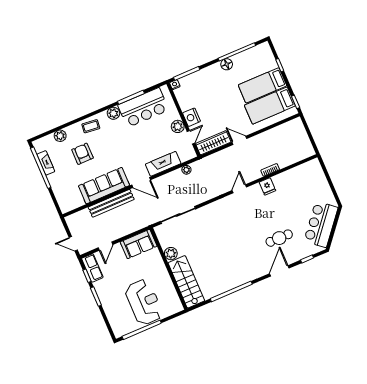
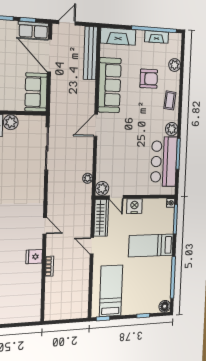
floor lamp: (227, 64) -> (165, 306), moved
bed: (262, 85) -> (151, 245), moved, turned -90
plant: (178, 126) -> (102, 188), moved
door: (239, 140) -> (92, 246), swing flipped
fireplace: (163, 164) -> (118, 36), moved, turned 90
bench: (111, 203) -> (90, 53), moved
door: (106, 246) -> (49, 56), width x1.88

